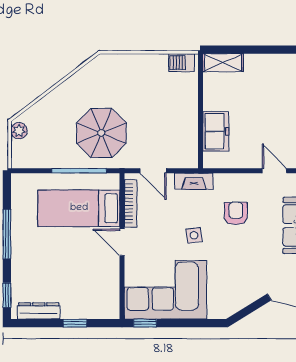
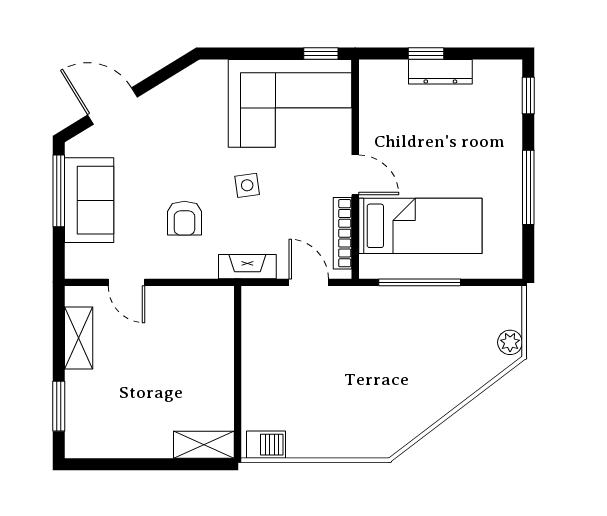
freezer: (216, 131) -> (215, 341), removed
parasol: (101, 133) -> (386, 339), removed
dresser: (39, 311) -> (440, 72), moved

